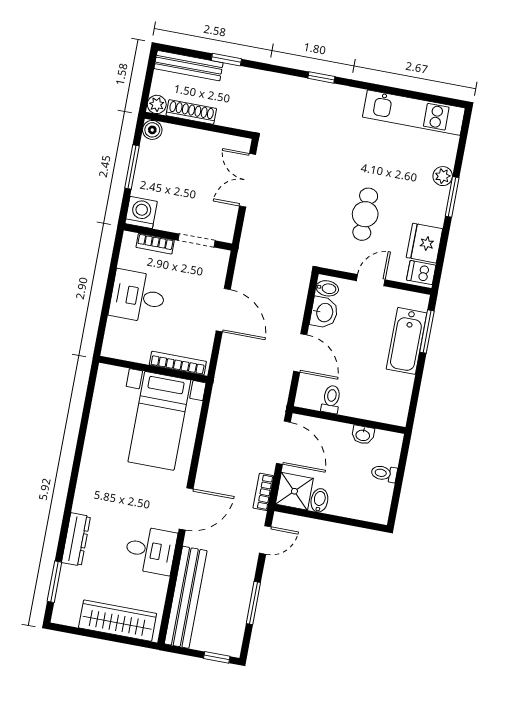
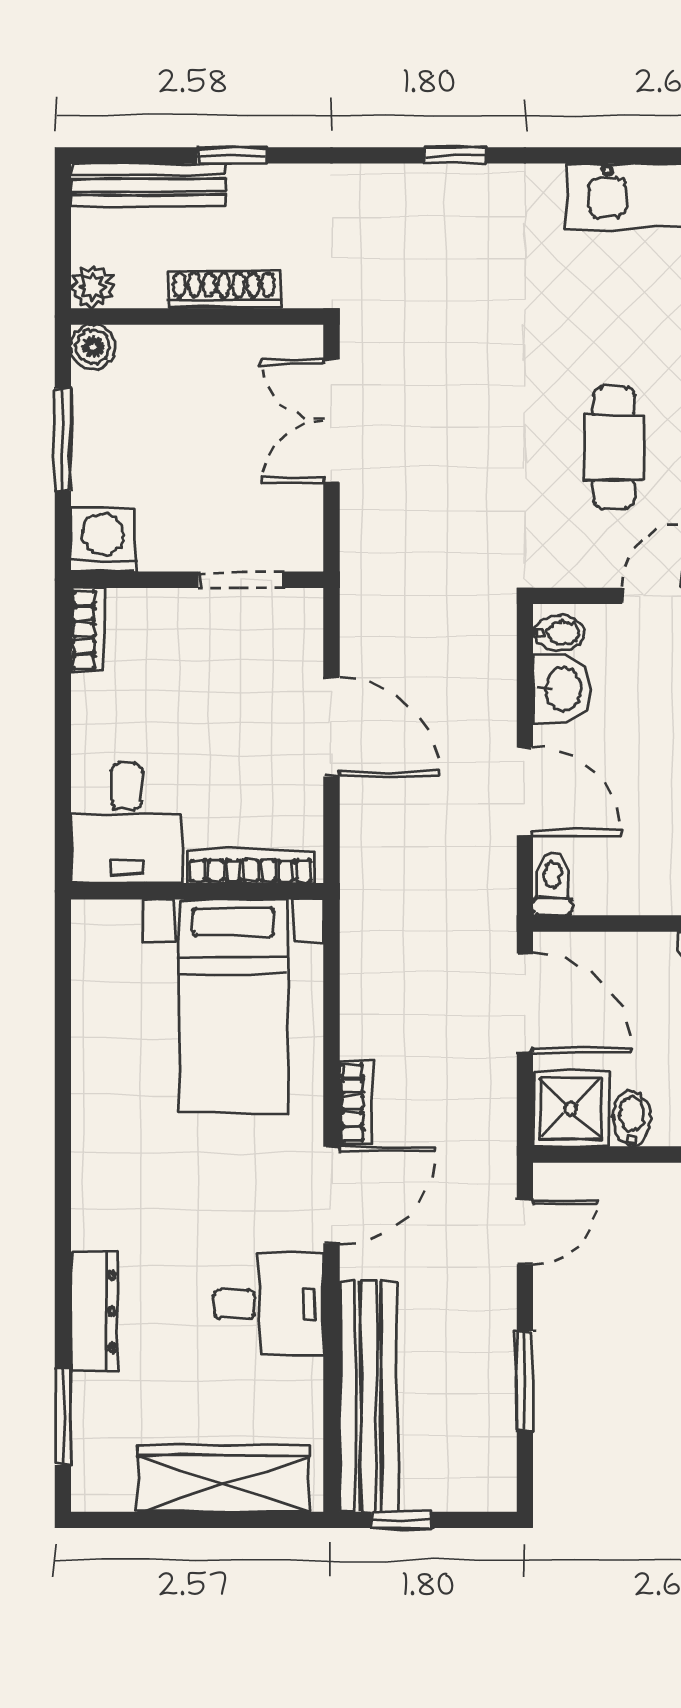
shoe rack: (191, 112) -> (224, 289), moved
bookcase: (155, 244) -> (88, 630), moved, turned -90
desk: (138, 296) -> (127, 823), moved, turned -90
toilet: (331, 399) -> (552, 884), moved
bookcase: (263, 492) -> (356, 1102), moved, turned 180
window: (217, 657) -> (402, 1520), moved

